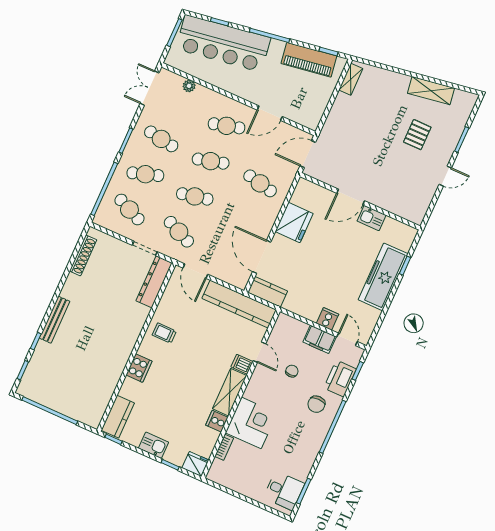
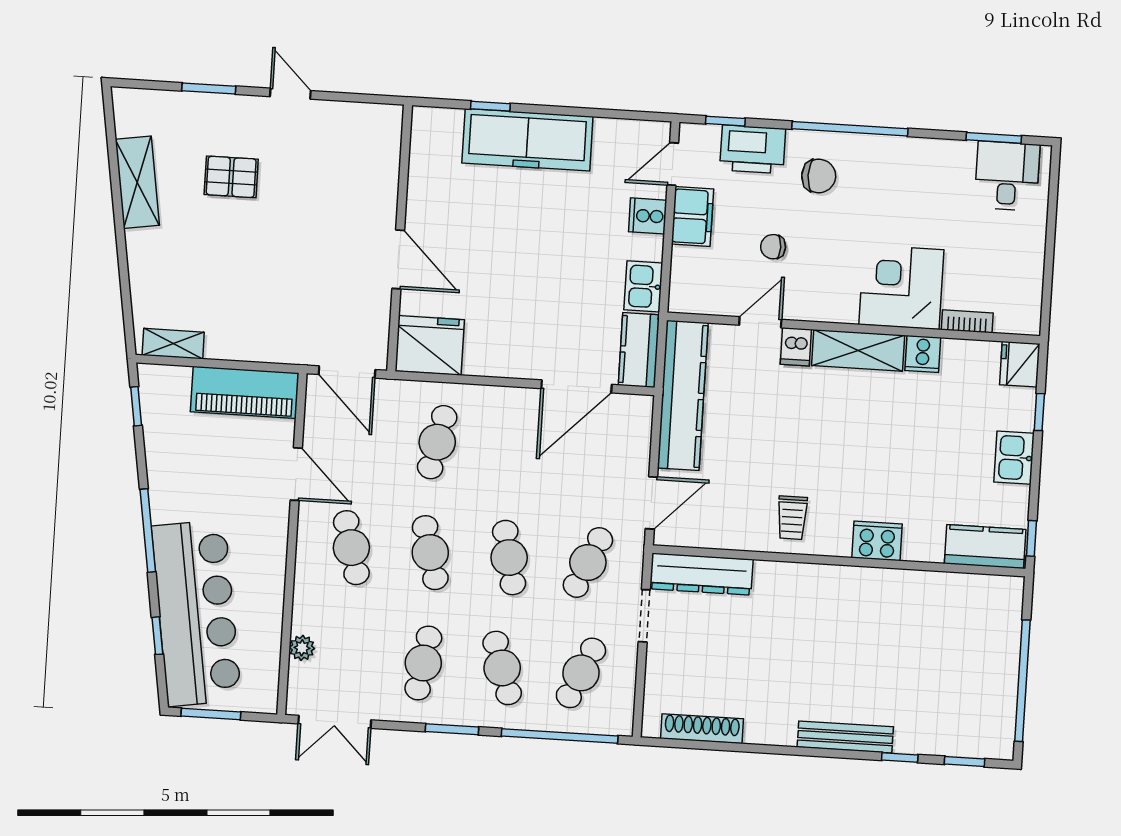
piano: (309, 60) -> (245, 392), moved, turned 99
kitchen sink: (372, 218) -> (643, 286), moved, turned 180
fridge: (294, 222) -> (430, 345), moved

